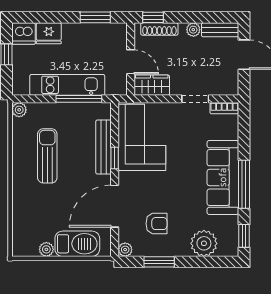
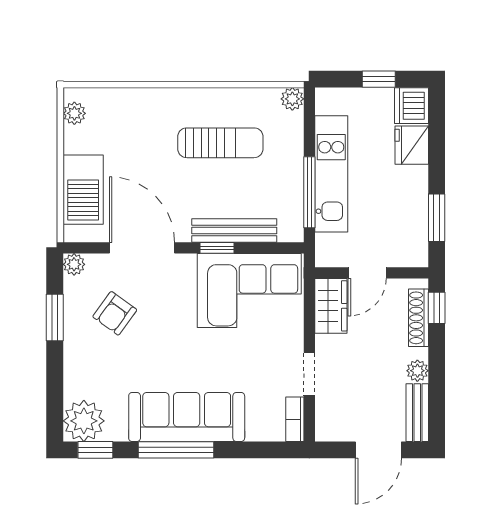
armchair: (157, 224) -> (115, 313), turned 36
plant: (204, 243) -> (84, 421), moved
plant: (46, 249) -> (74, 113), moved

